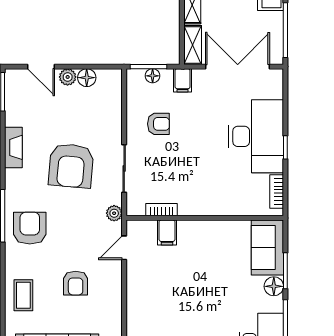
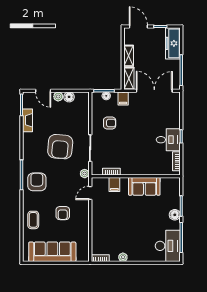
desk: (256, 136) -> (168, 140), width x0.53, depth x0.77
fireplace: (13, 147) -> (28, 120), moved
sofa: (267, 247) -> (144, 186), moved, turned -90

